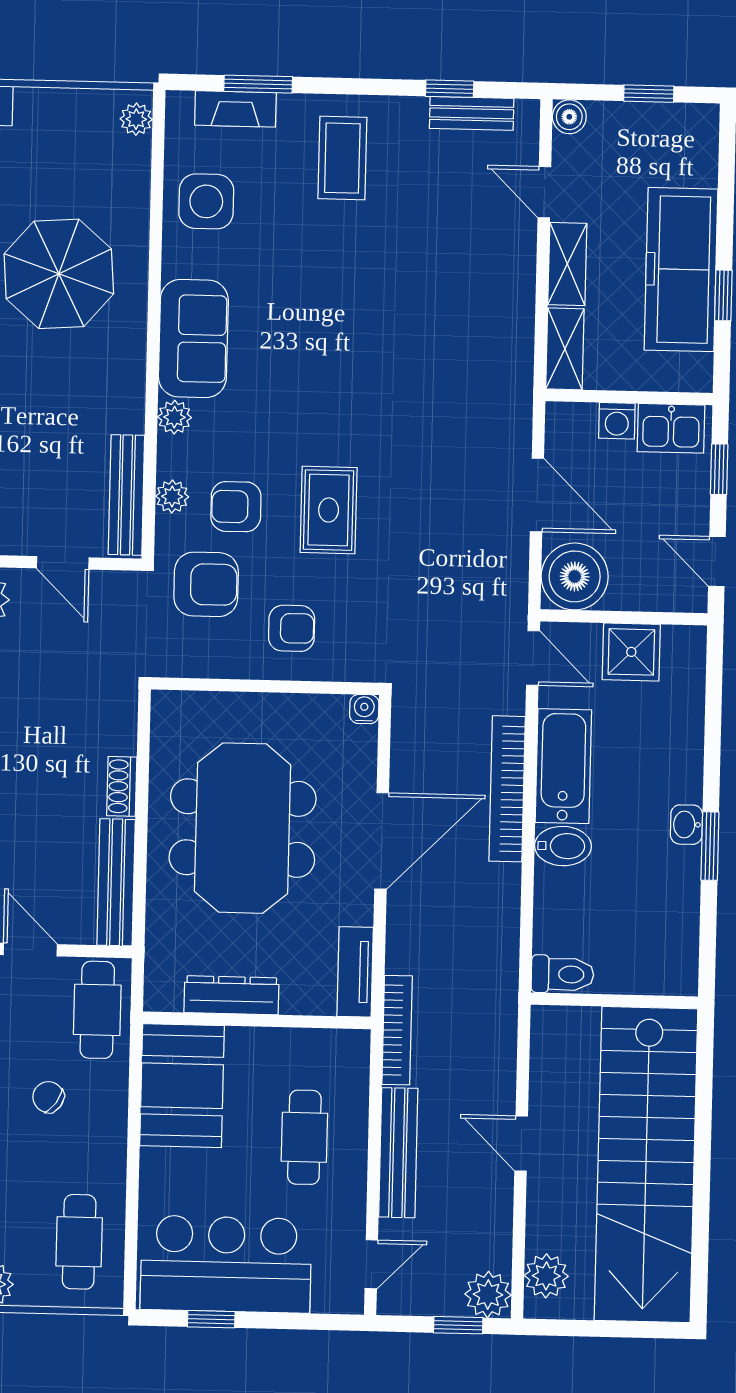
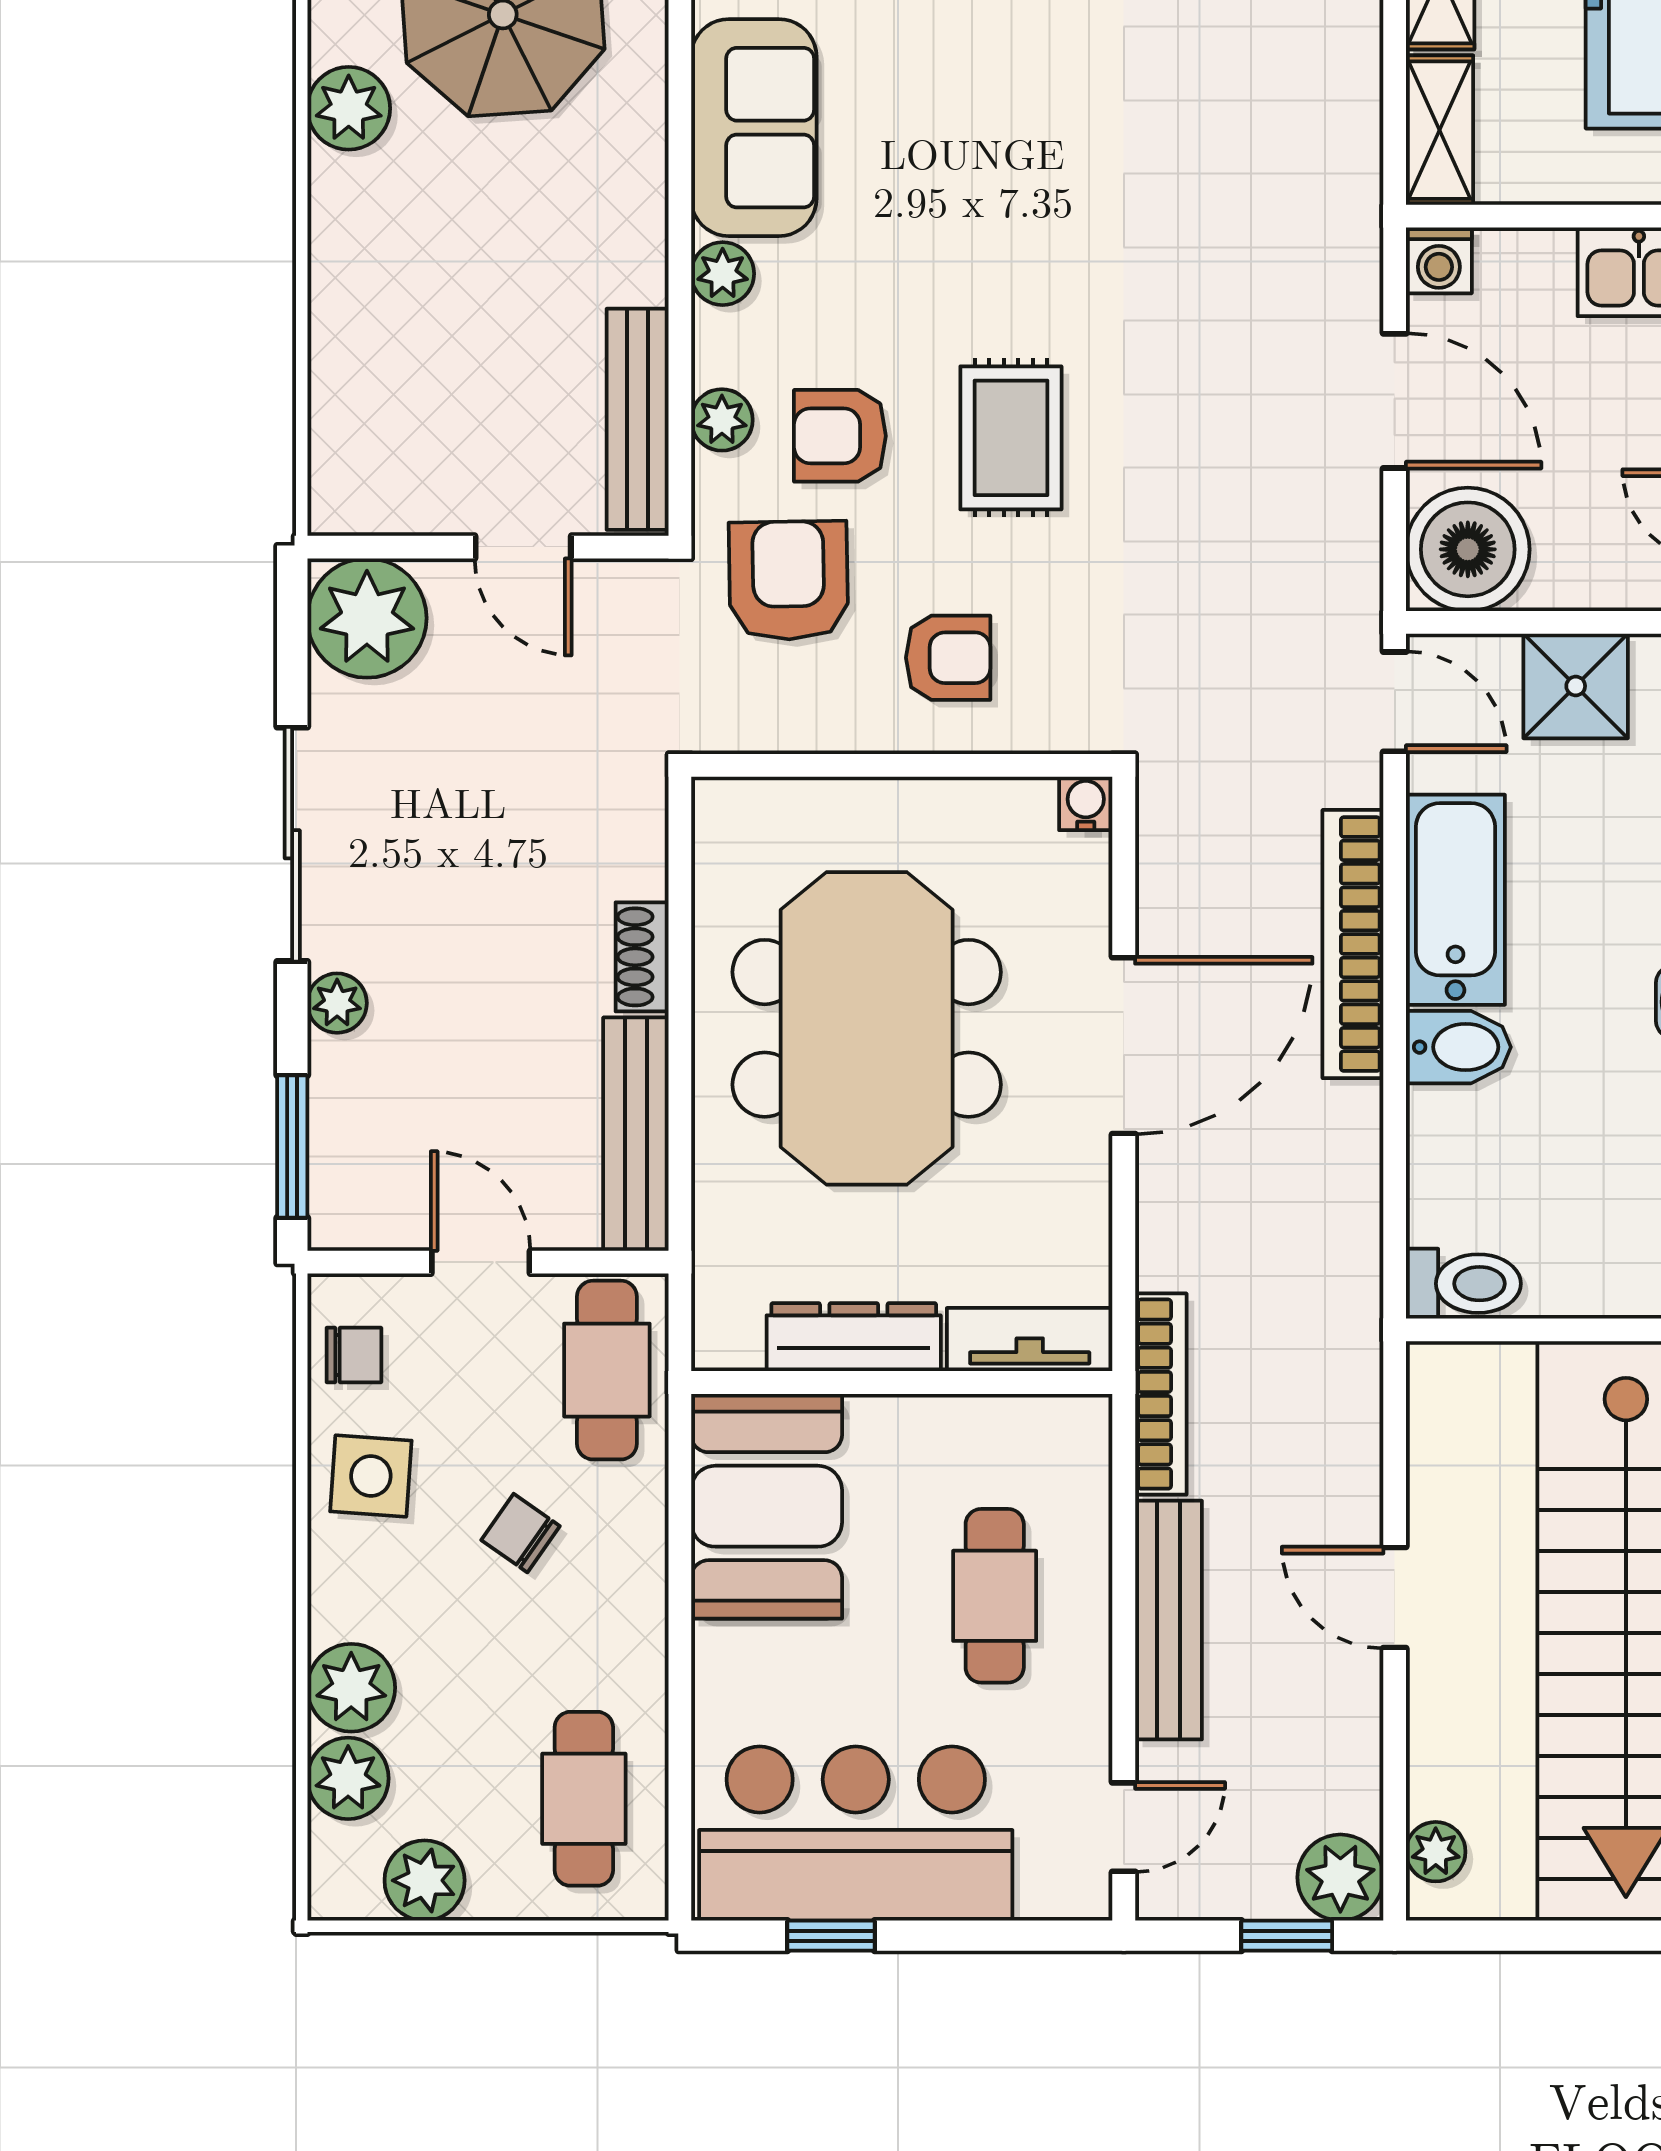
washing machine: (617, 421) -> (1439, 260), moved
armchair: (206, 584) -> (788, 581), turned -91
tv unit: (355, 972) -> (1030, 1340), moved, turned 90
plant: (546, 1276) -> (1436, 1852), width x0.73, depth x0.73

